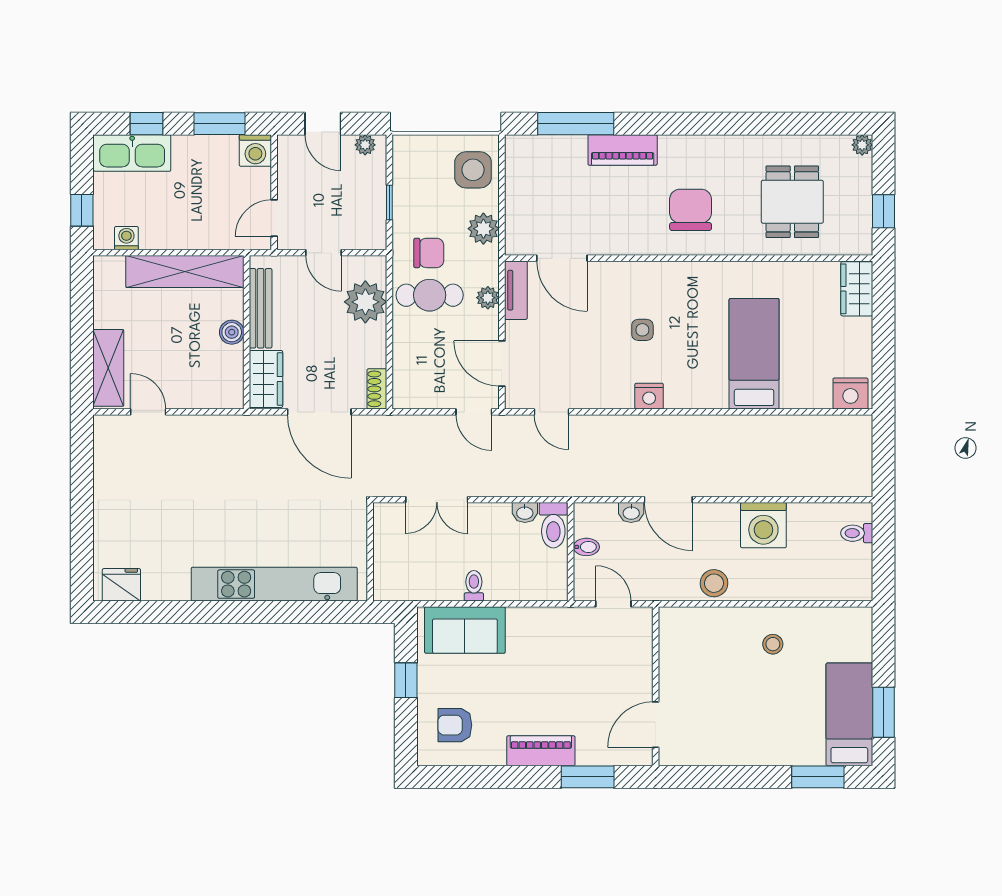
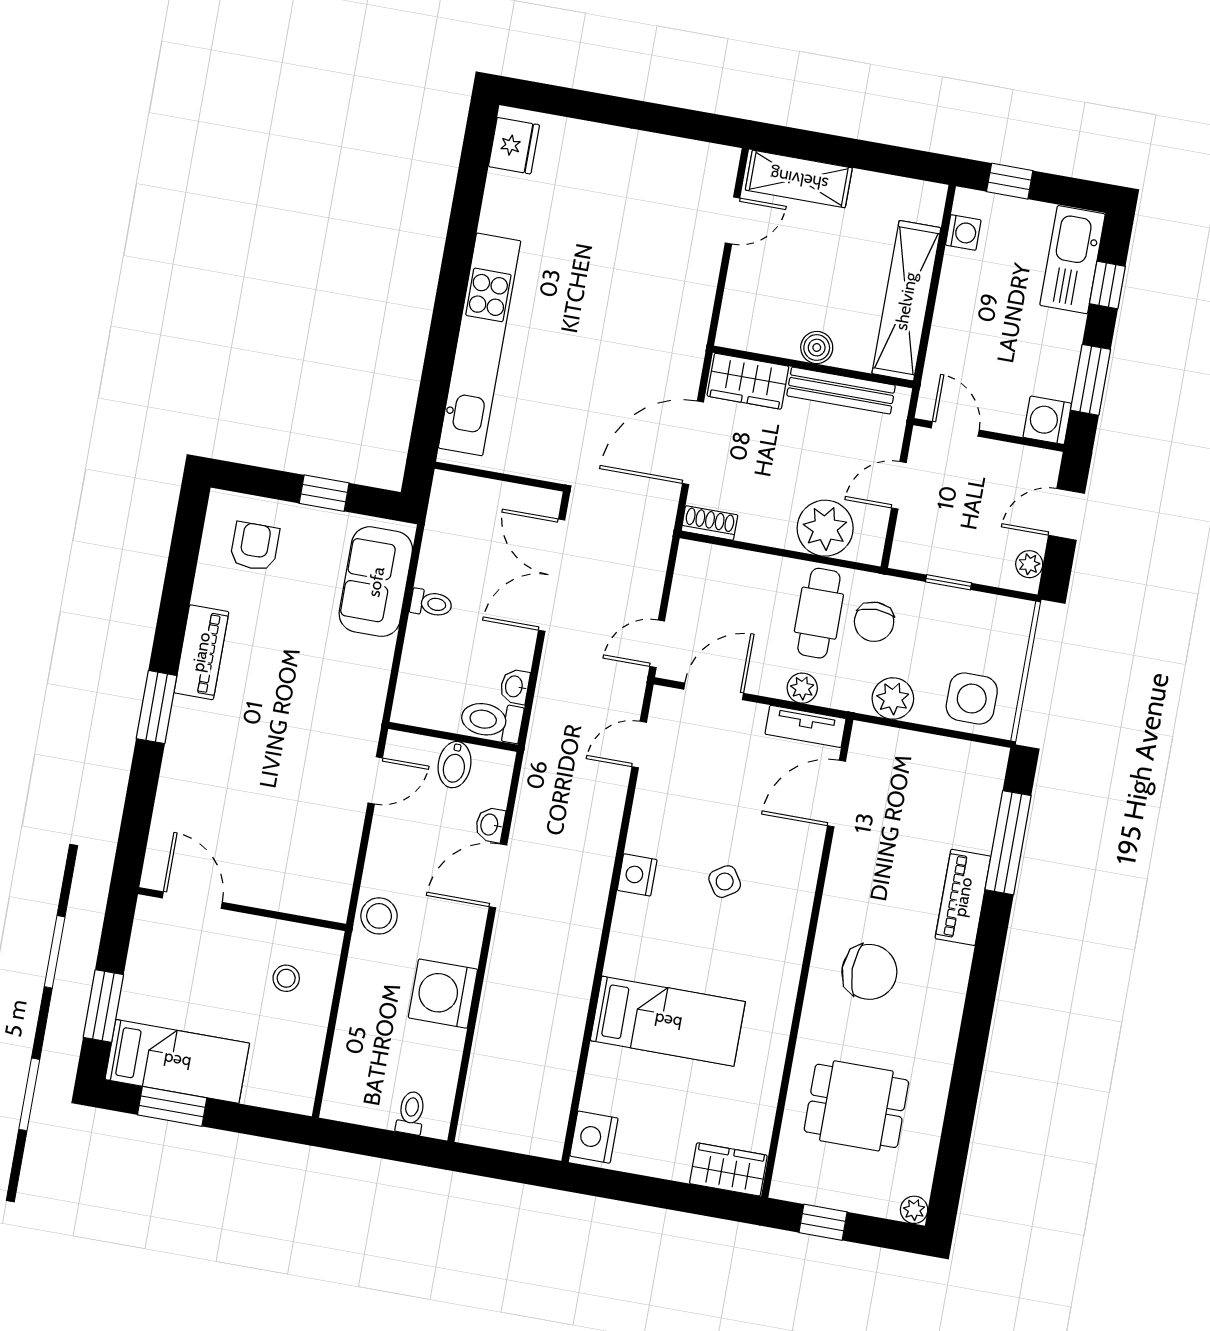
side table: (642, 330) -> (725, 882), turned -33
double door: (437, 500) -> (552, 575), width x1.37
bidet: (586, 547) -> (455, 765), width x1.38, depth x1.36
wall: (656, 686) -> (242, 909), moved
door: (656, 725) -> (192, 900), moved

